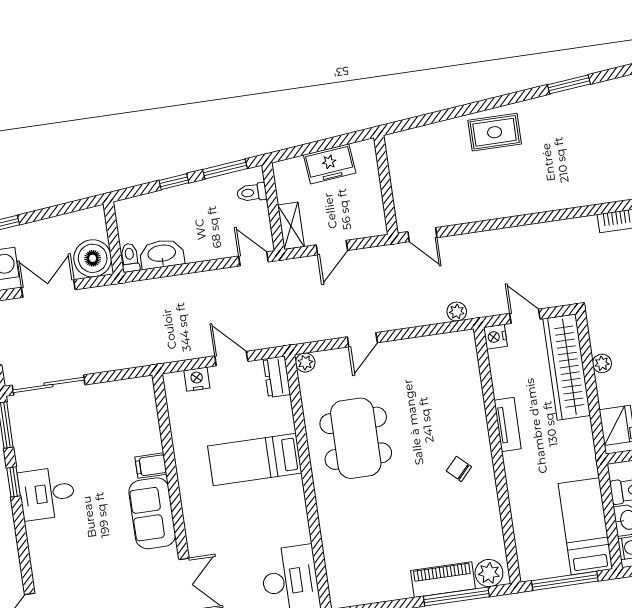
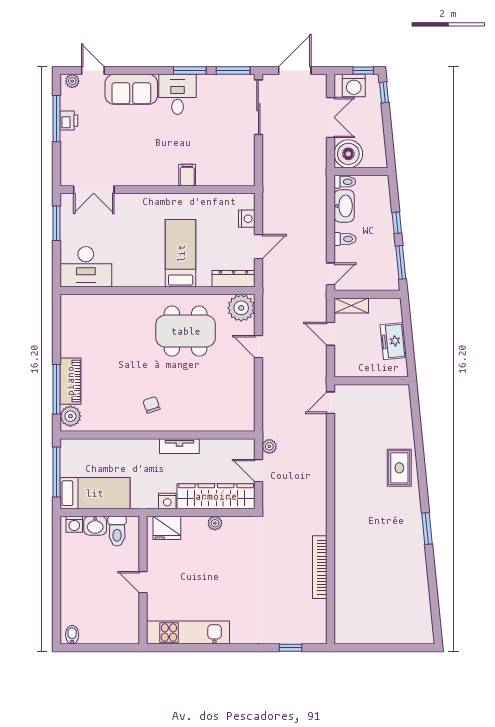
toilet: (252, 192) -> (345, 239), moved, turned 90
plant: (457, 312) -> (269, 446), moved
door: (525, 316) -> (258, 471), swing flipped
nightstand: (495, 337) -> (167, 501), moved, turned 180
plant: (305, 363) -> (241, 308), width x1.87, depth x1.87
dresser: (277, 377) -> (234, 279), width x1.44
chair: (459, 469) -> (151, 405), turned -62
window: (13, 482) -> (190, 71), width x1.50
sofa: (152, 513) -> (131, 89), moved, turned 180

